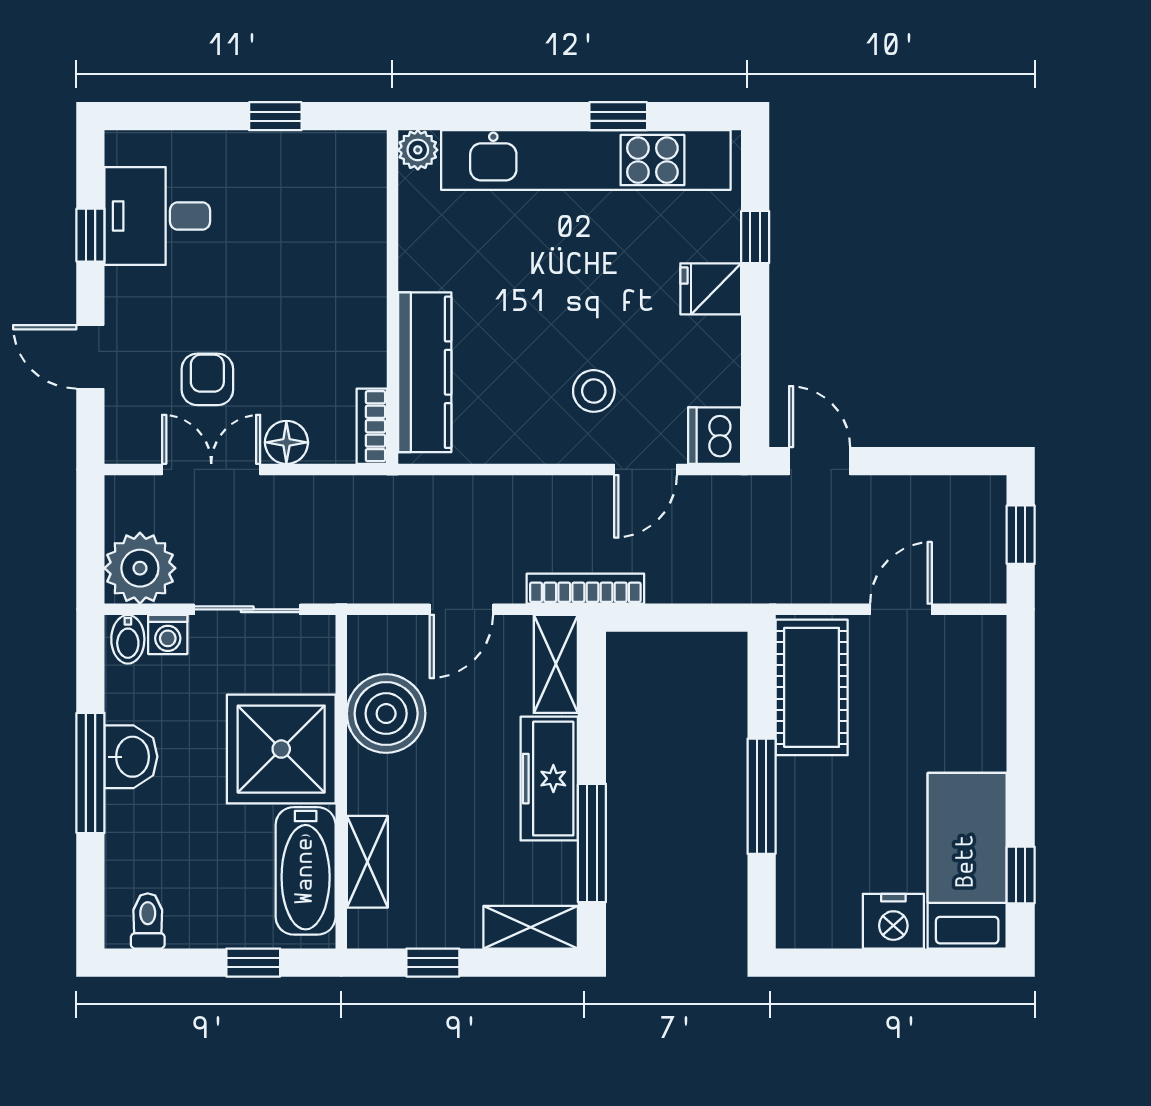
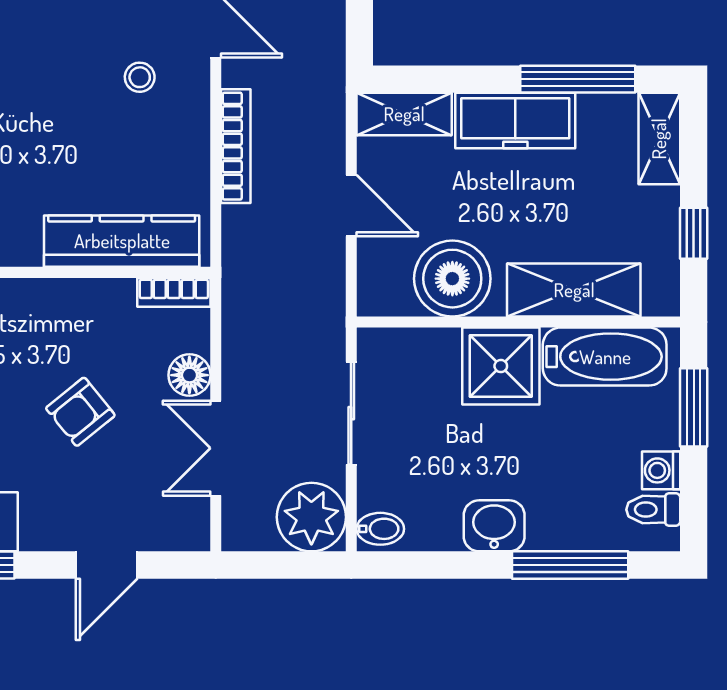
armchair: (207, 379) -> (80, 412), moved, turned -39
stool: (594, 391) -> (140, 77), width x0.73, depth x0.73
bookcase: (585, 589) -> (236, 146), moved, turned 180
washing machine: (168, 634) -> (661, 470), moved, turned 180
shower: (281, 749) -> (501, 366), width x0.73, depth x0.73
window: (90, 773) -> (570, 565), moved
shelving: (367, 862) -> (574, 290), width x1.50, depth x1.33
window: (253, 963) -> (694, 407), width x1.50

